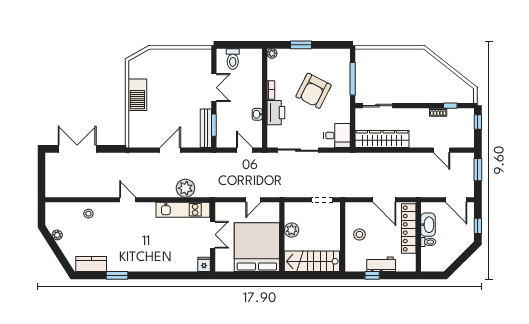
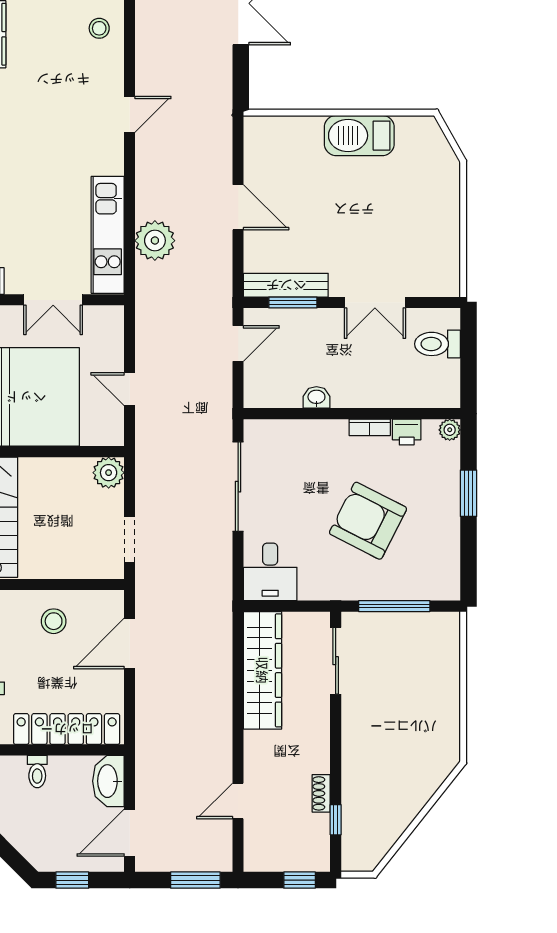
printer: (276, 113) -> (407, 432), moved, width x0.53, depth x0.68
door: (245, 150) -> (238, 344), moved
door: (384, 200) -> (130, 644), moved
washbasin: (428, 225) -> (108, 781), moved, turned 90
plant: (292, 230) -> (109, 473), moved

